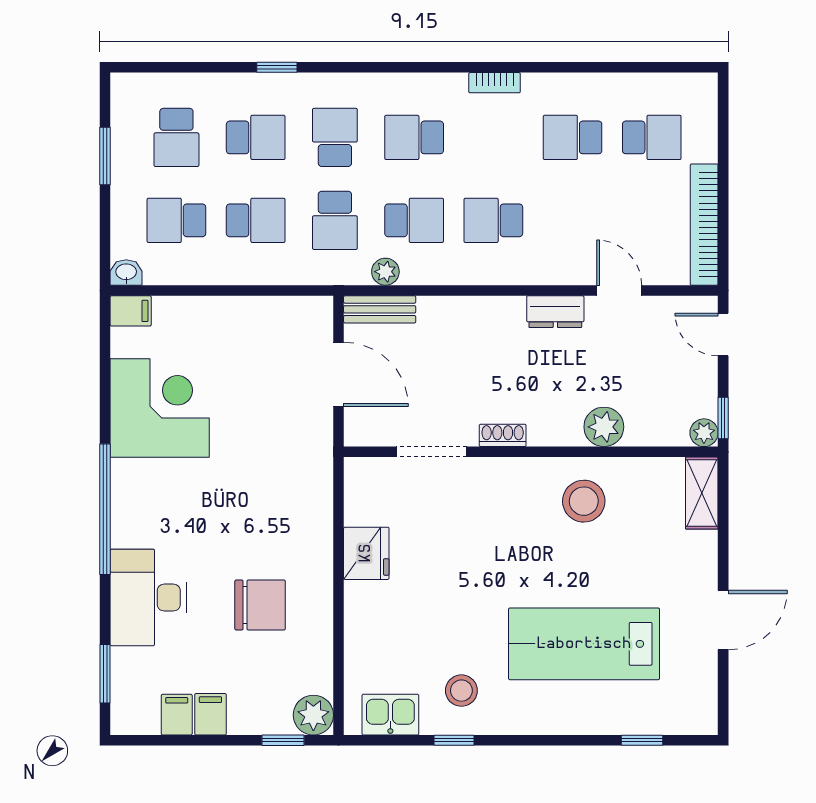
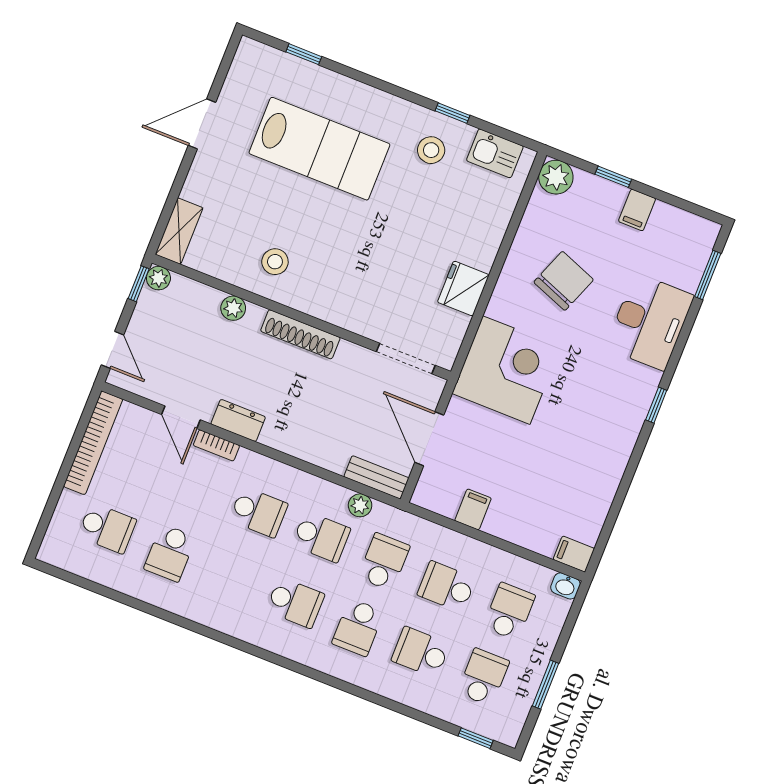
window: (277, 67) -> (476, 738), moved
bookcase: (495, 83) -> (216, 445), moved, turned 180
school desk: (573, 137) -> (170, 553), turned 90
school desk: (652, 137) -> (107, 528), turned 180
school desk: (176, 220) -> (509, 611), turned -90
school desk: (414, 220) -> (321, 537), turned 180
corner desk: (160, 408) -> (506, 370), moved, turned 180
plant: (604, 427) -> (233, 308), width x0.73, depth x0.73
shoe rack: (503, 435) -> (300, 334), width x1.94, depth x1.24
doorway: (431, 452) -> (406, 359), moved
stool: (584, 501) -> (275, 262), width x0.73, depth x0.73
window: (105, 509) -> (656, 405), width x0.32
chair: (260, 605) -> (564, 281), turned 111
filing cabinet: (177, 715) -> (473, 509), moved, turned 180
window: (283, 740) -> (613, 177), moved

